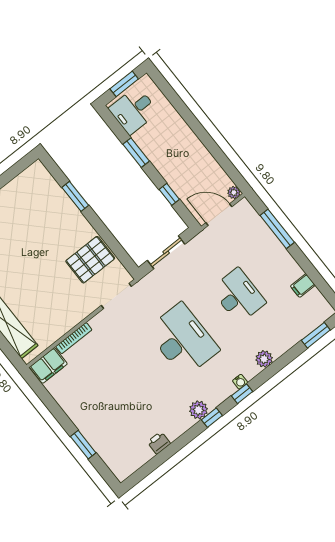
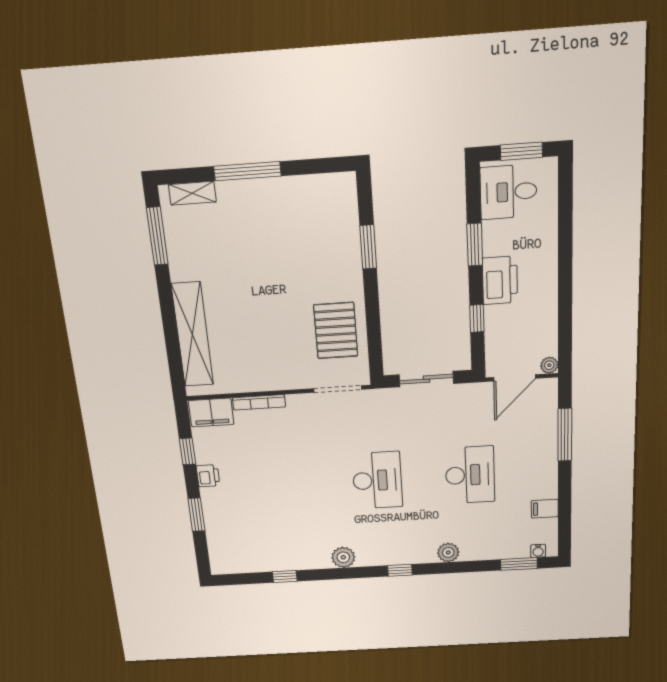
printer: (166, 163) -> (500, 280), added
door: (219, 215) -> (515, 378), swing flipped
pallet: (90, 260) -> (336, 331), turned 90
desk: (183, 340) -> (377, 480), width x0.73, depth x0.77
water cooler: (240, 382) -> (538, 551), moved
window: (50, 403) -> (188, 451), added
window: (212, 418) -> (285, 577), moved
printer: (159, 443) -> (208, 476), moved, turned 90

